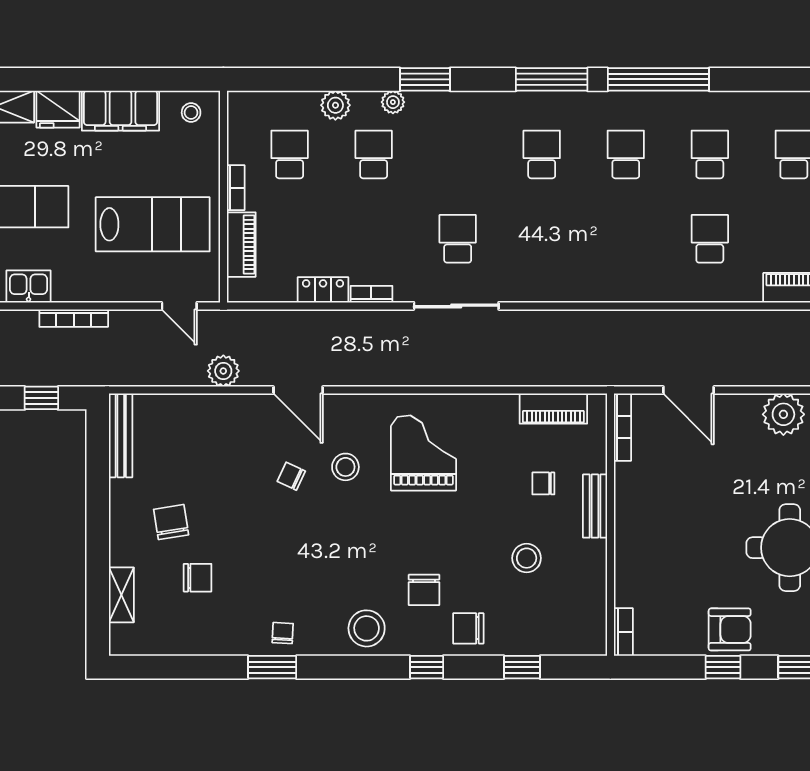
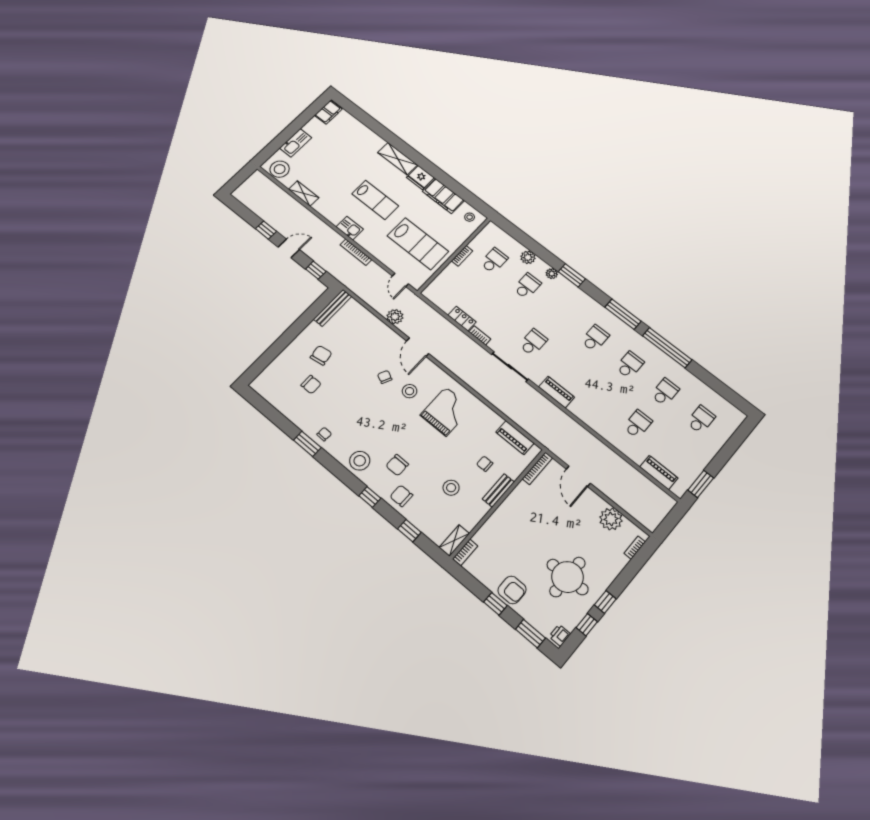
piano: (241, 245) -> (556, 392), moved, turned -90
shelving: (121, 595) -> (454, 540), moved

